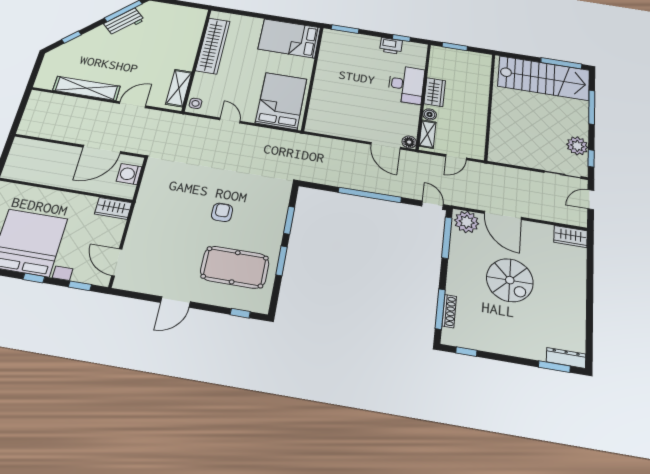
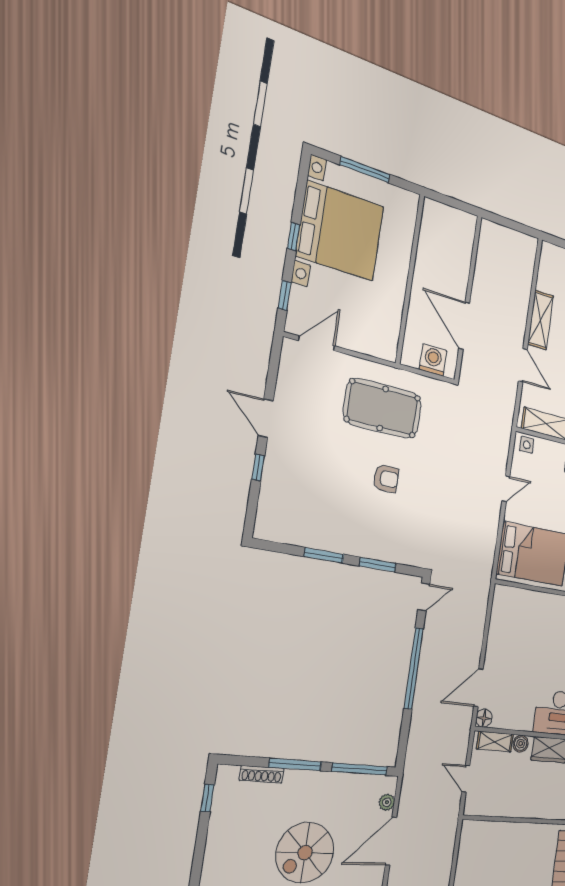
shelving: (87, 88) -> (541, 320), width x0.68
door: (433, 205) -> (424, 597), moved
wardrobe: (113, 208) -> (388, 339), removed
plant: (467, 222) -> (387, 802), width x0.53, depth x0.53
pool table: (235, 267) -> (383, 408), moved, turned 90
window: (440, 309) -> (295, 765), moved
window: (240, 313) -> (258, 468), moved

